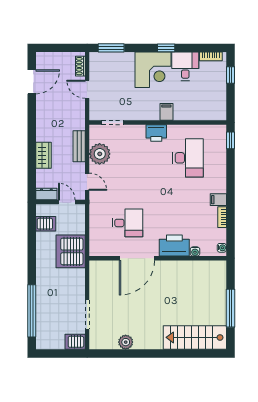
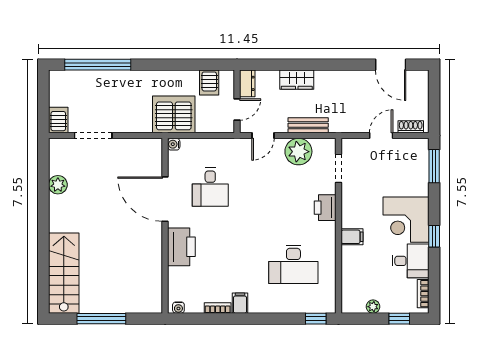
plant: (221, 96) -> (373, 307), added
printer: (156, 133) -> (325, 208), moved
water cooler: (195, 251) -> (174, 144), moved

